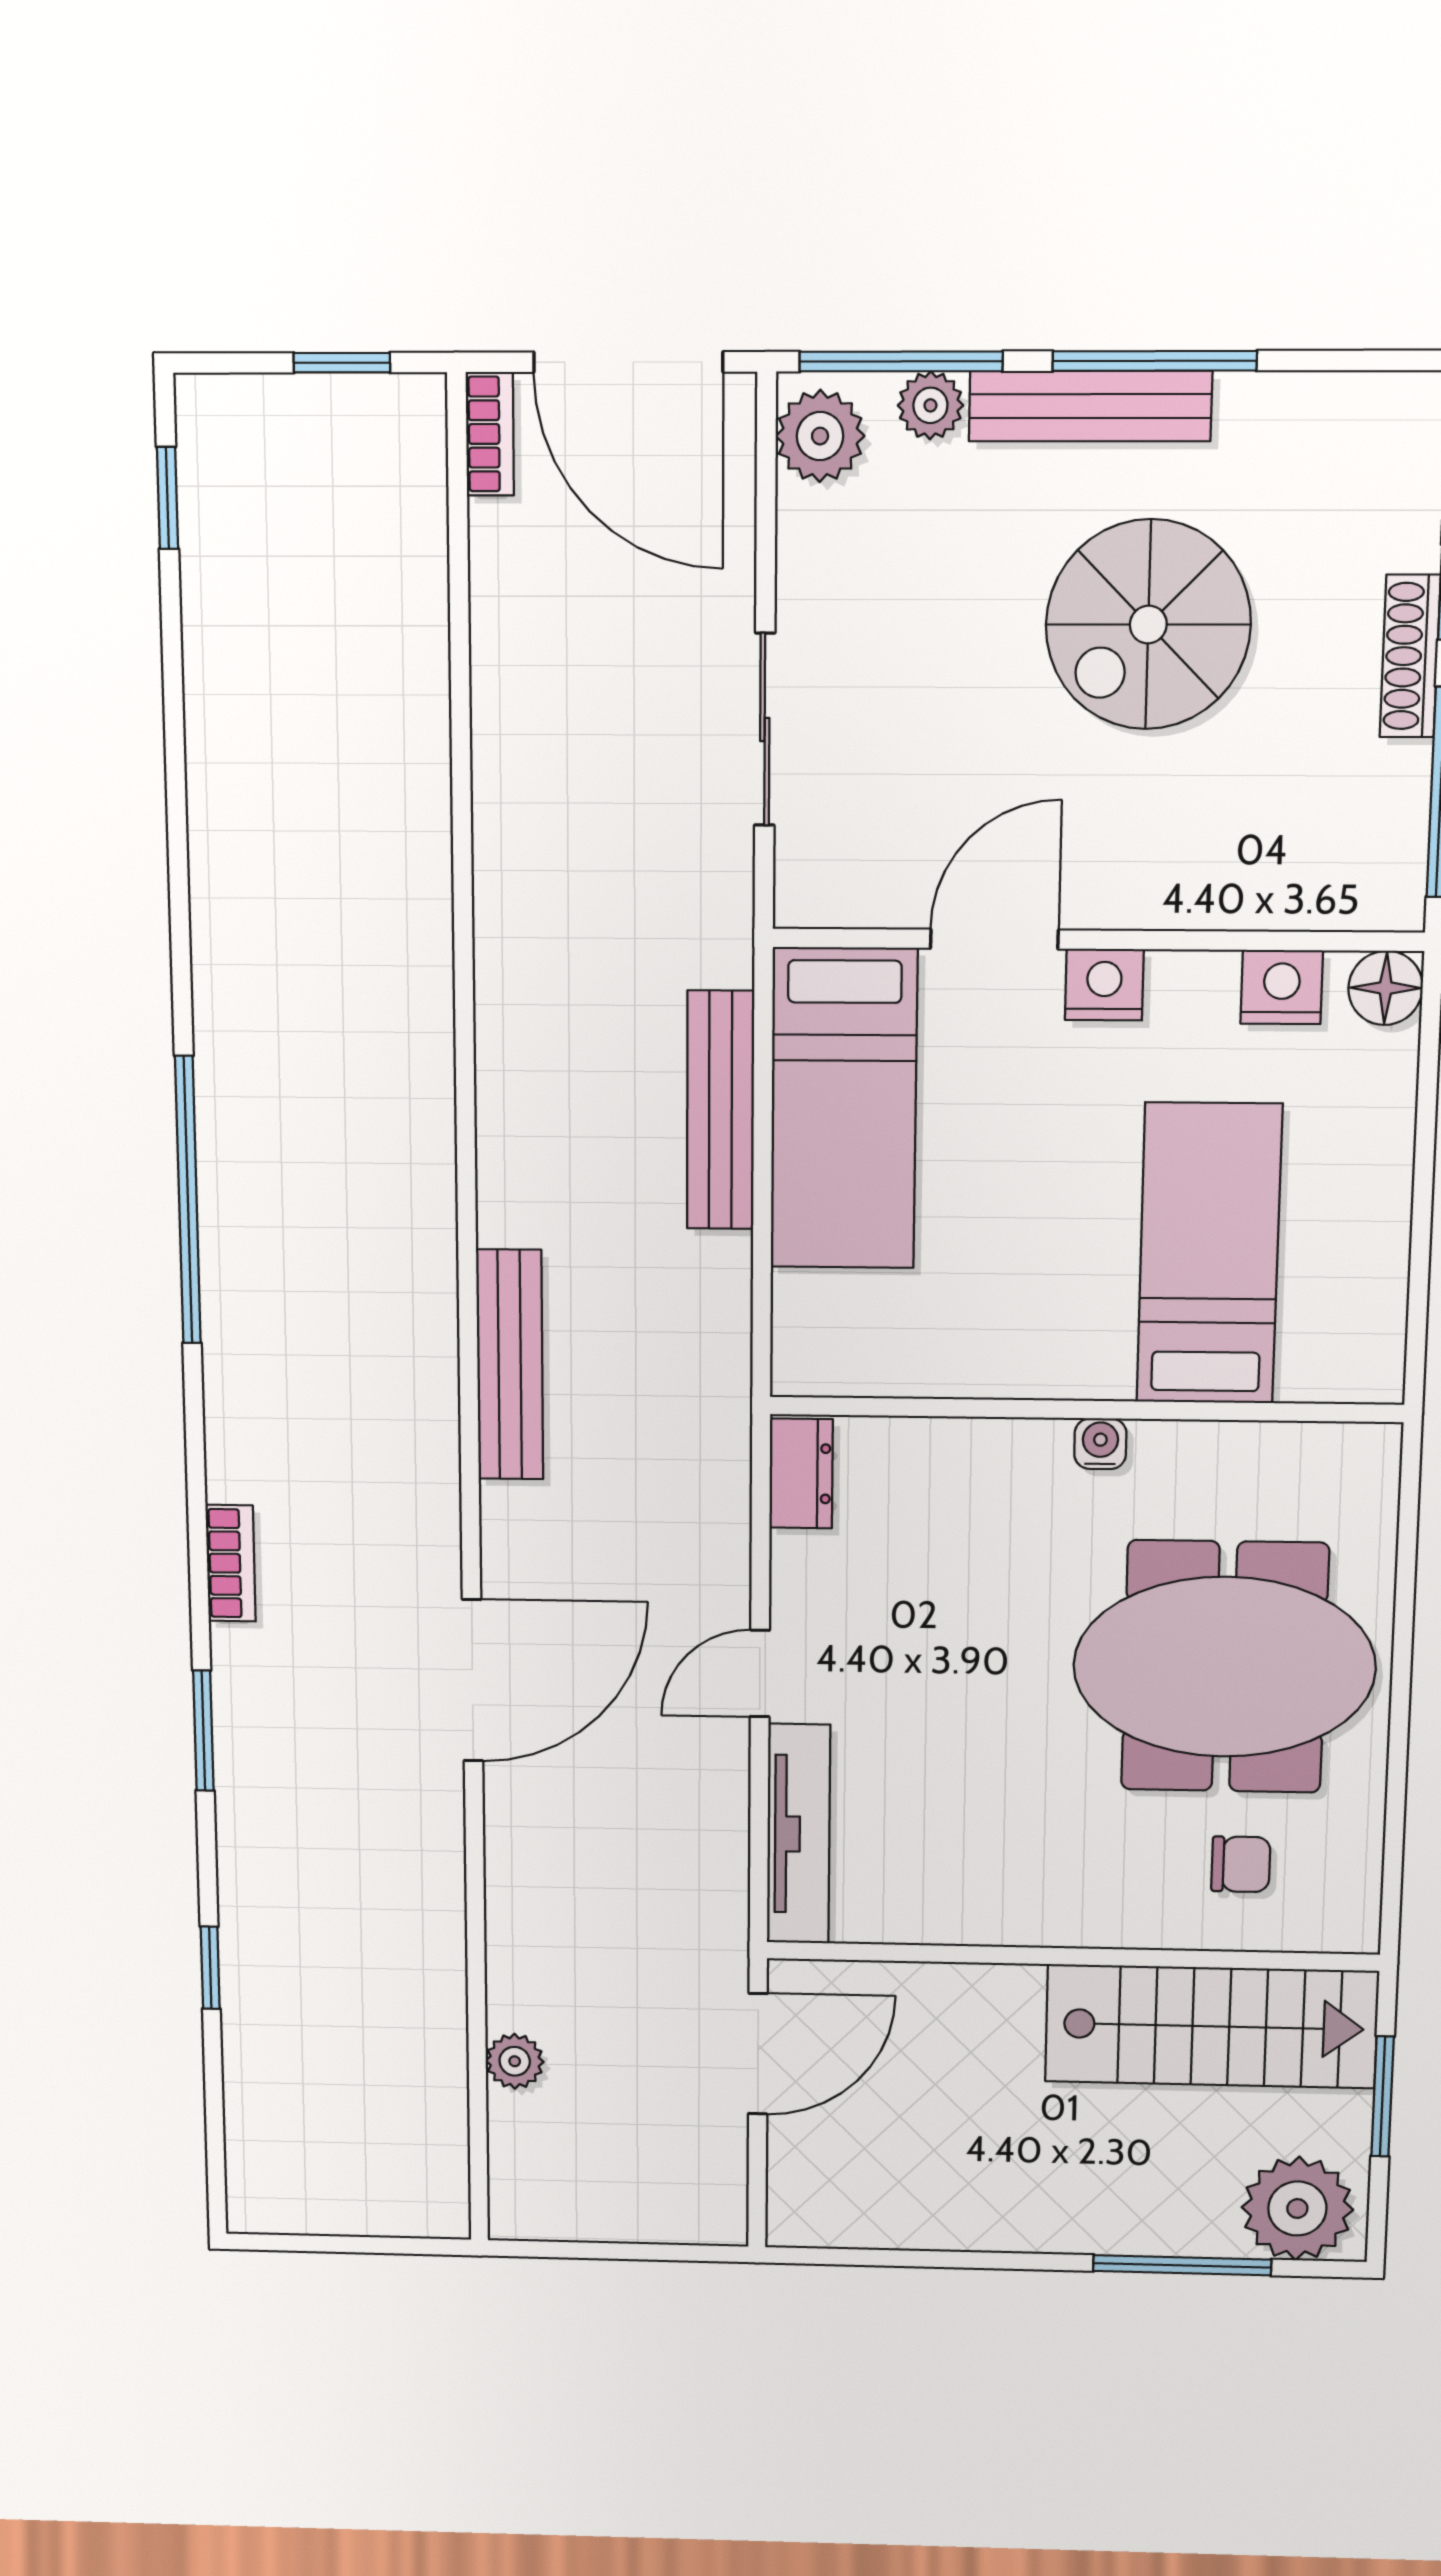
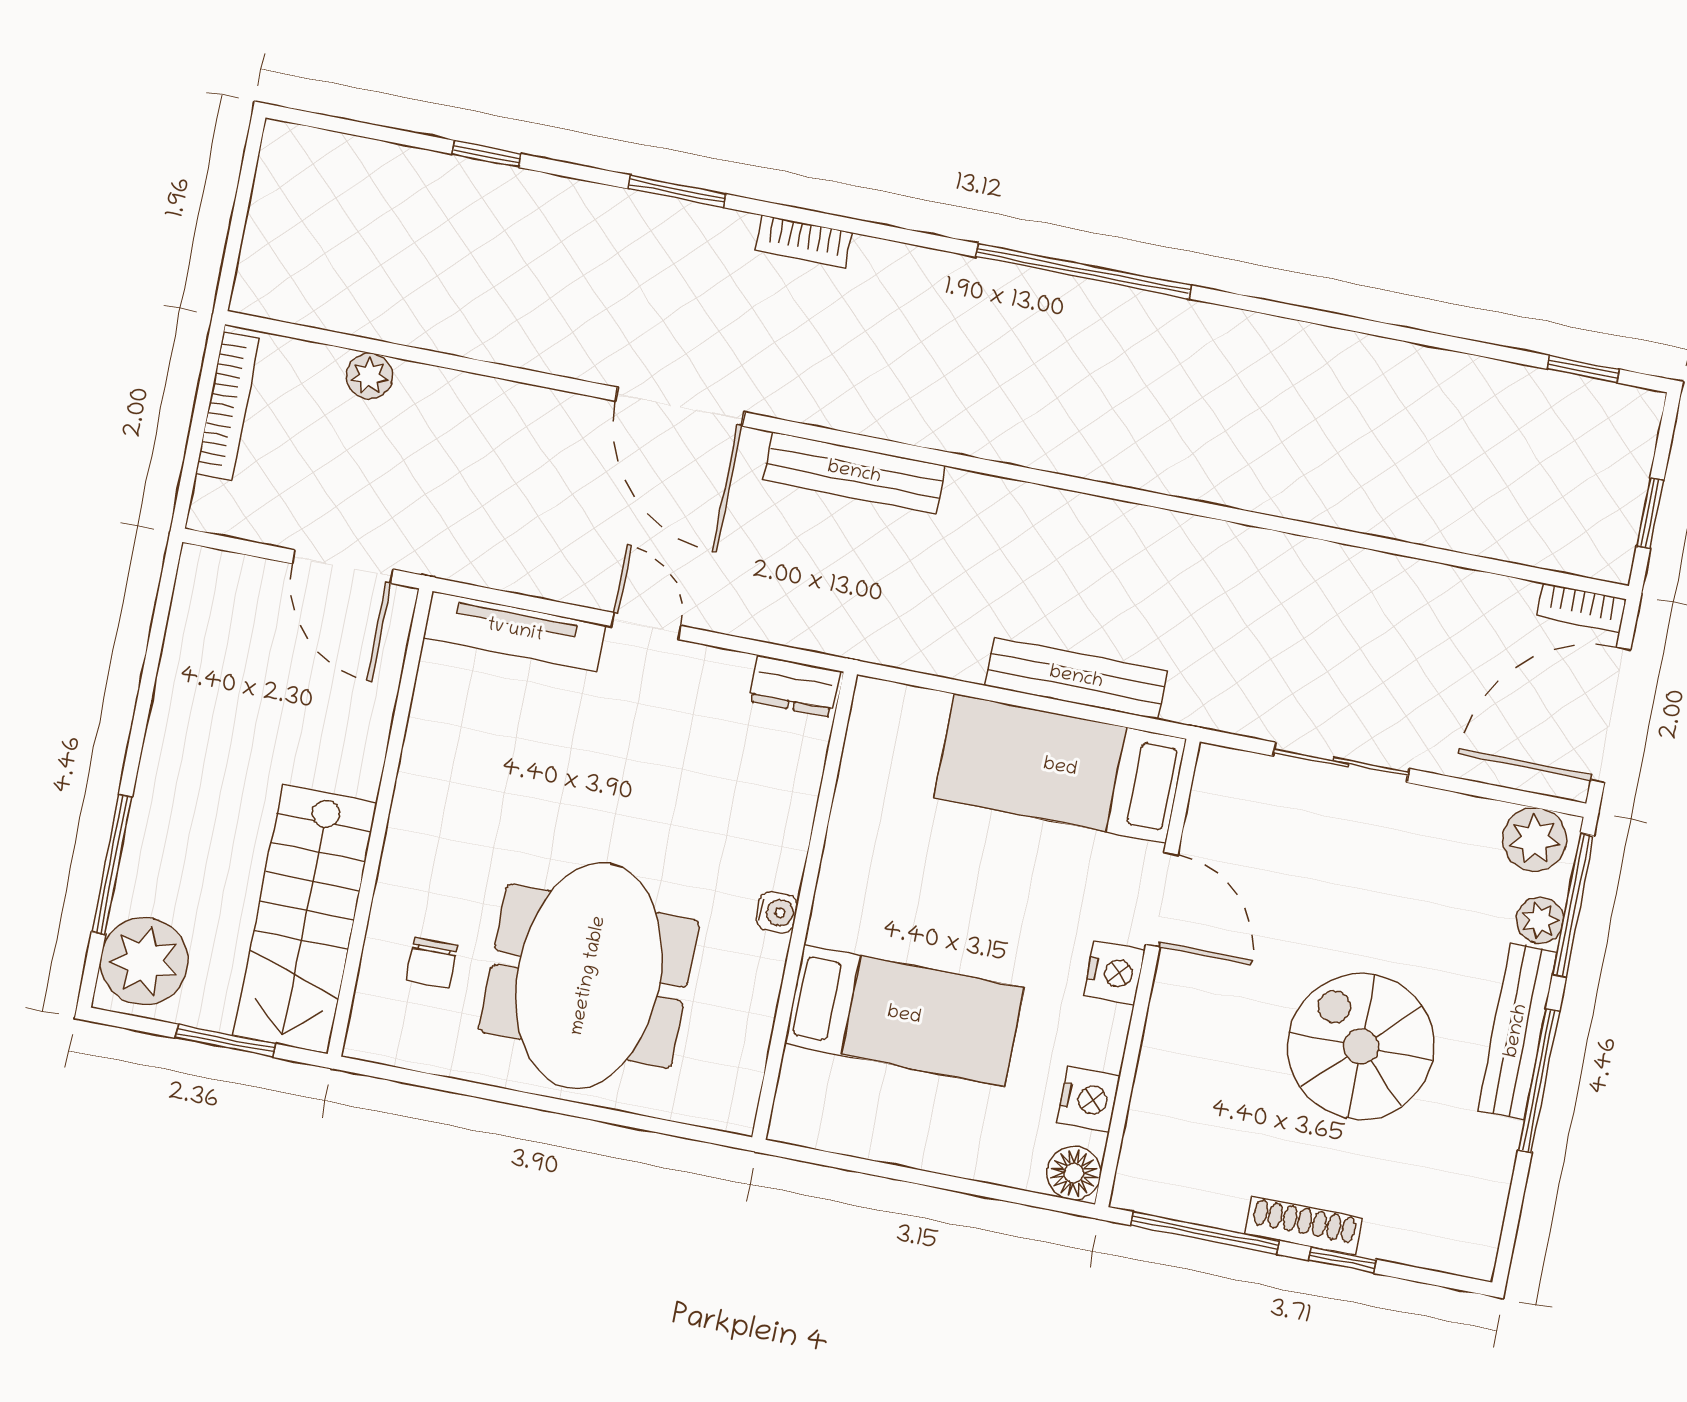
bench: (510, 1365) -> (854, 473), moved
bookcase: (587, 2221) -> (228, 406), added

